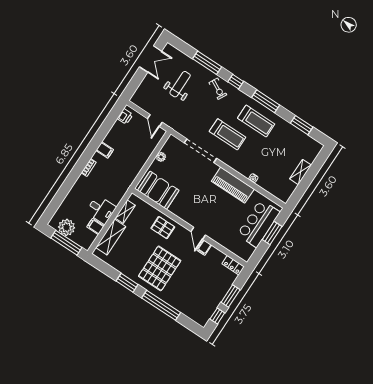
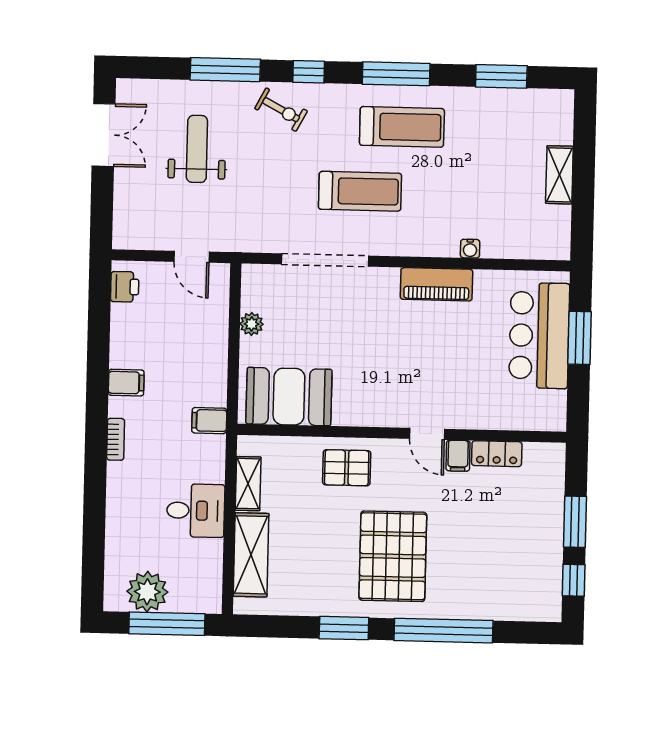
piano: (233, 185) -> (437, 284), width x0.73, depth x0.75
filing cabinet: (96, 226) -> (209, 421), moved
locker: (233, 265) -> (497, 454), moved

